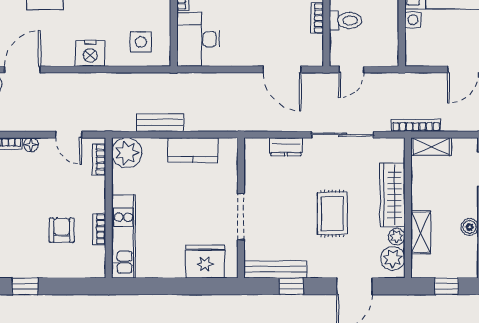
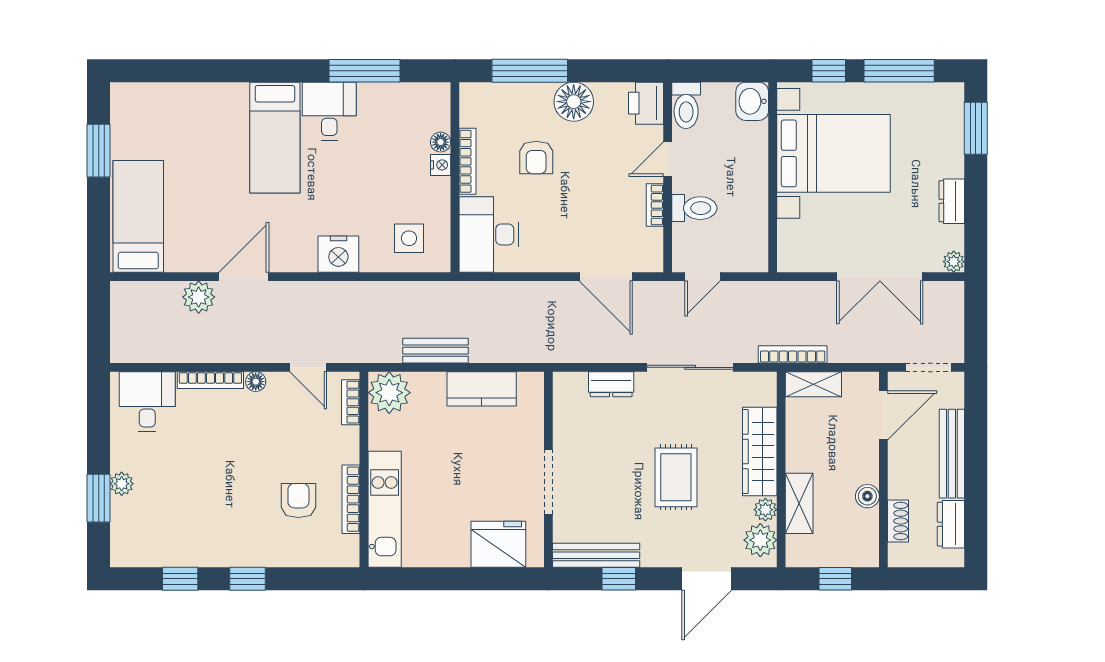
bookcase: (99, 229) -> (351, 499), width x1.56

